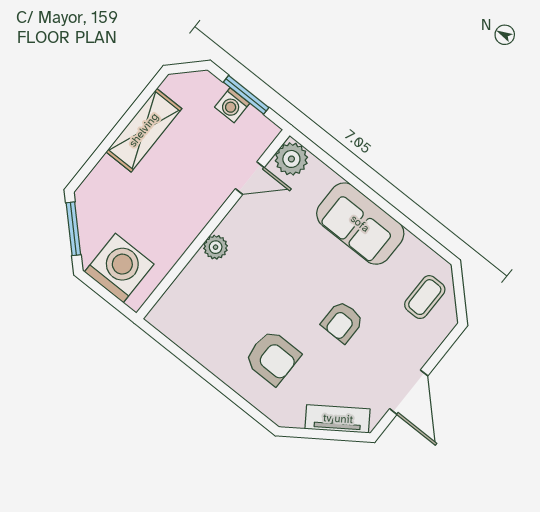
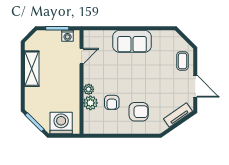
washing machine: (232, 105) -> (68, 36), moved
plant: (291, 159) -> (90, 103), moved
coffee table: (425, 297) -> (183, 61), moved
armchair: (342, 322) -> (112, 102), moved

